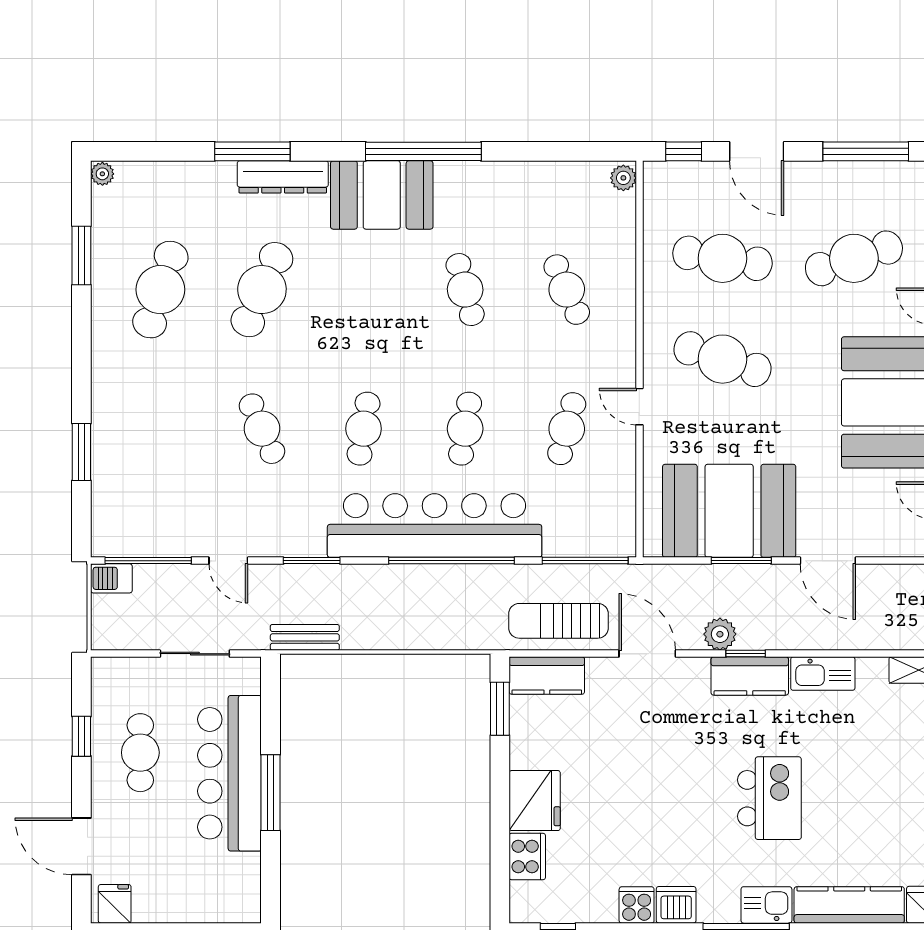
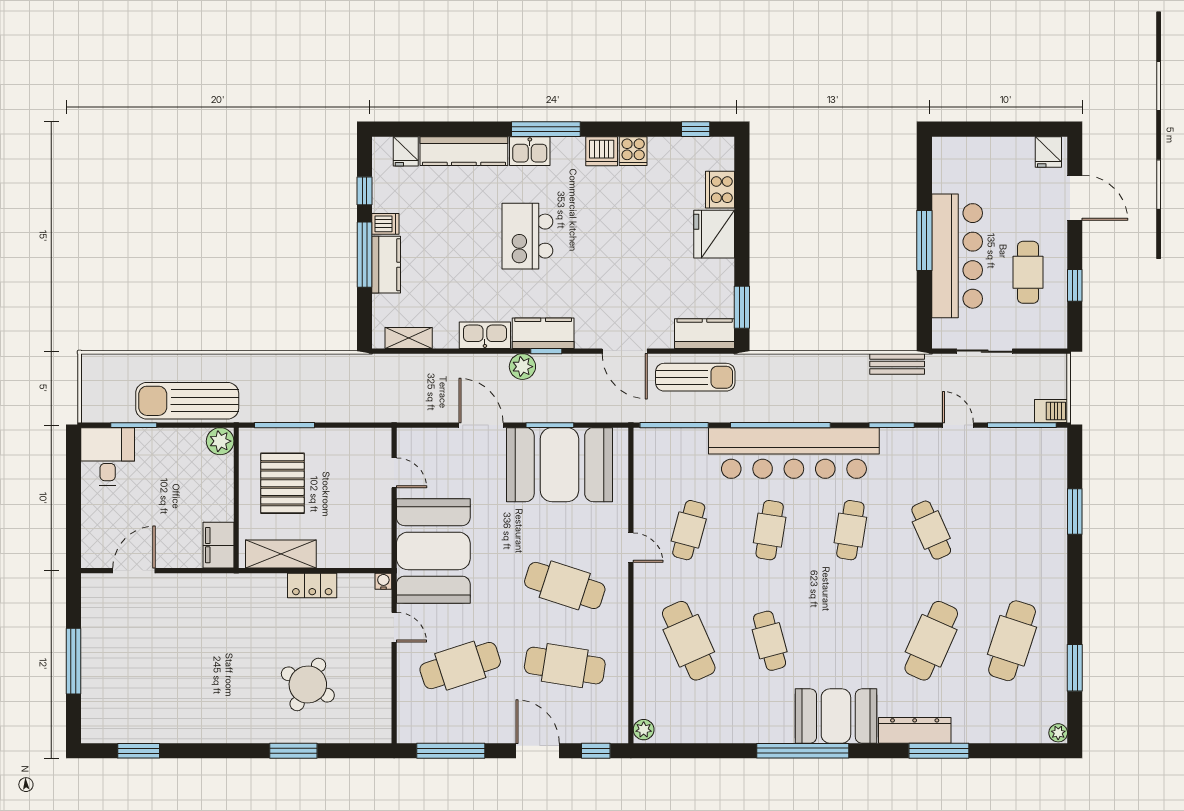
cafe table: (567, 290) -> (689, 641), width x1.37, depth x1.35
plant: (720, 634) -> (522, 367), moved

